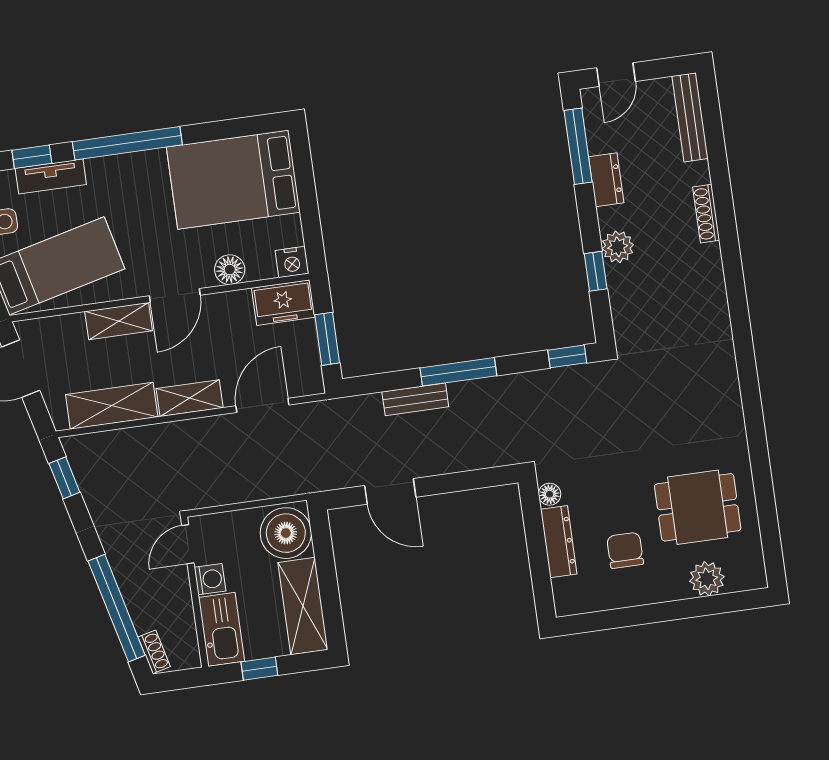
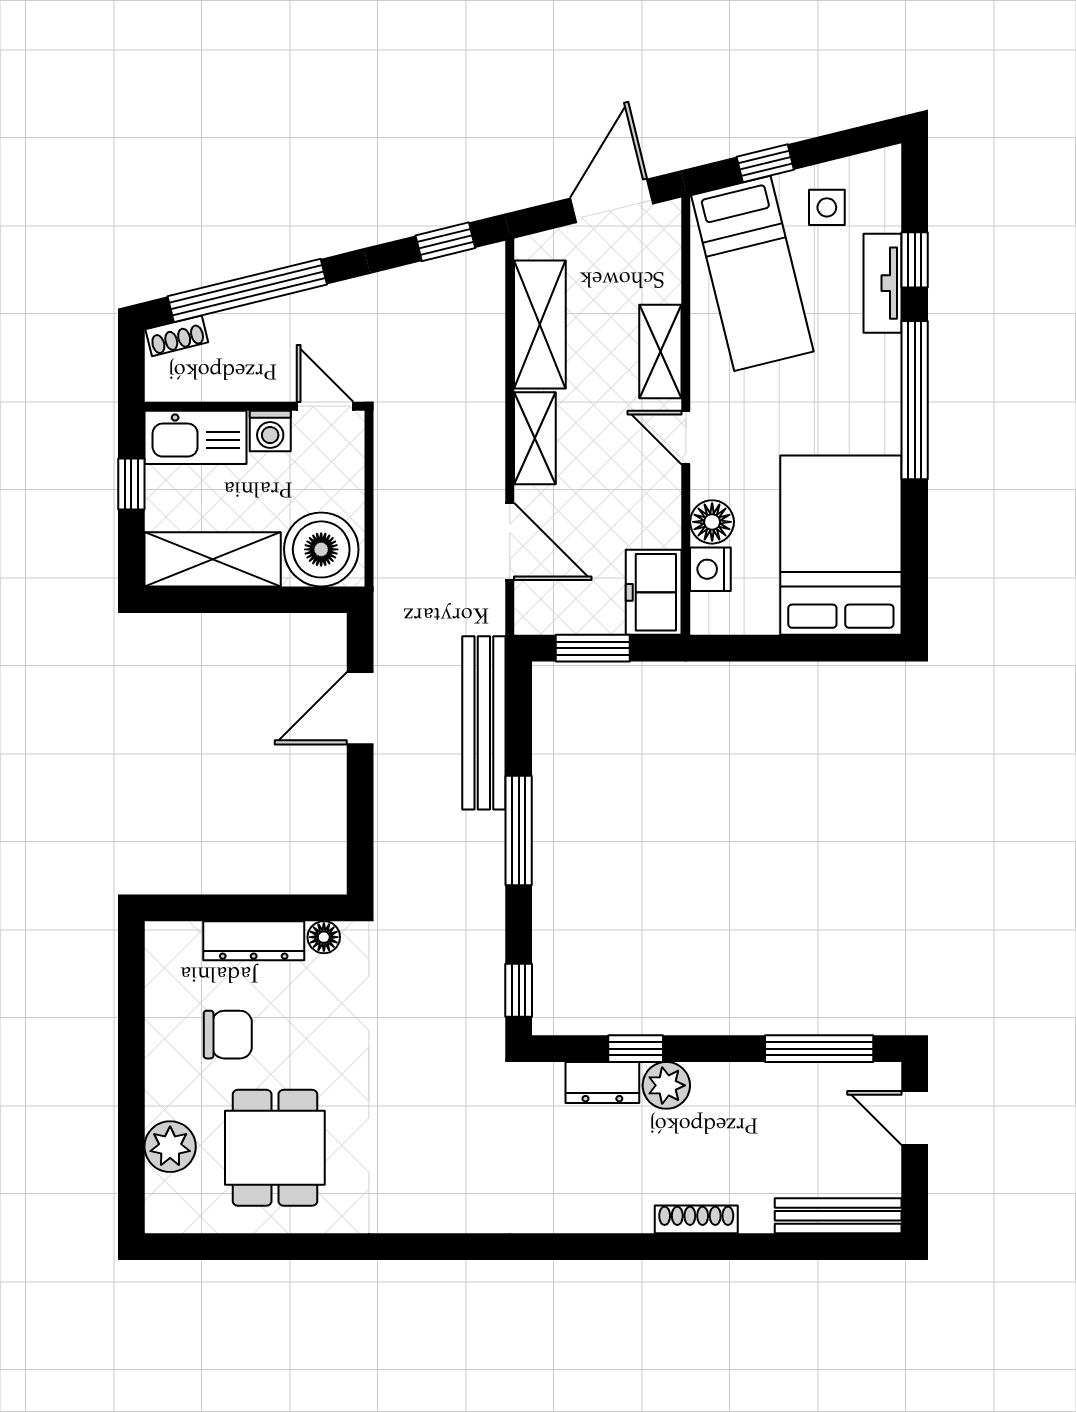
dresser: (606, 180) -> (602, 1083), moved
nightstand: (292, 262) -> (710, 569), moved
door: (175, 296) -> (686, 438), width x0.73
bench: (415, 399) -> (484, 723), width x1.86, depth x1.21

